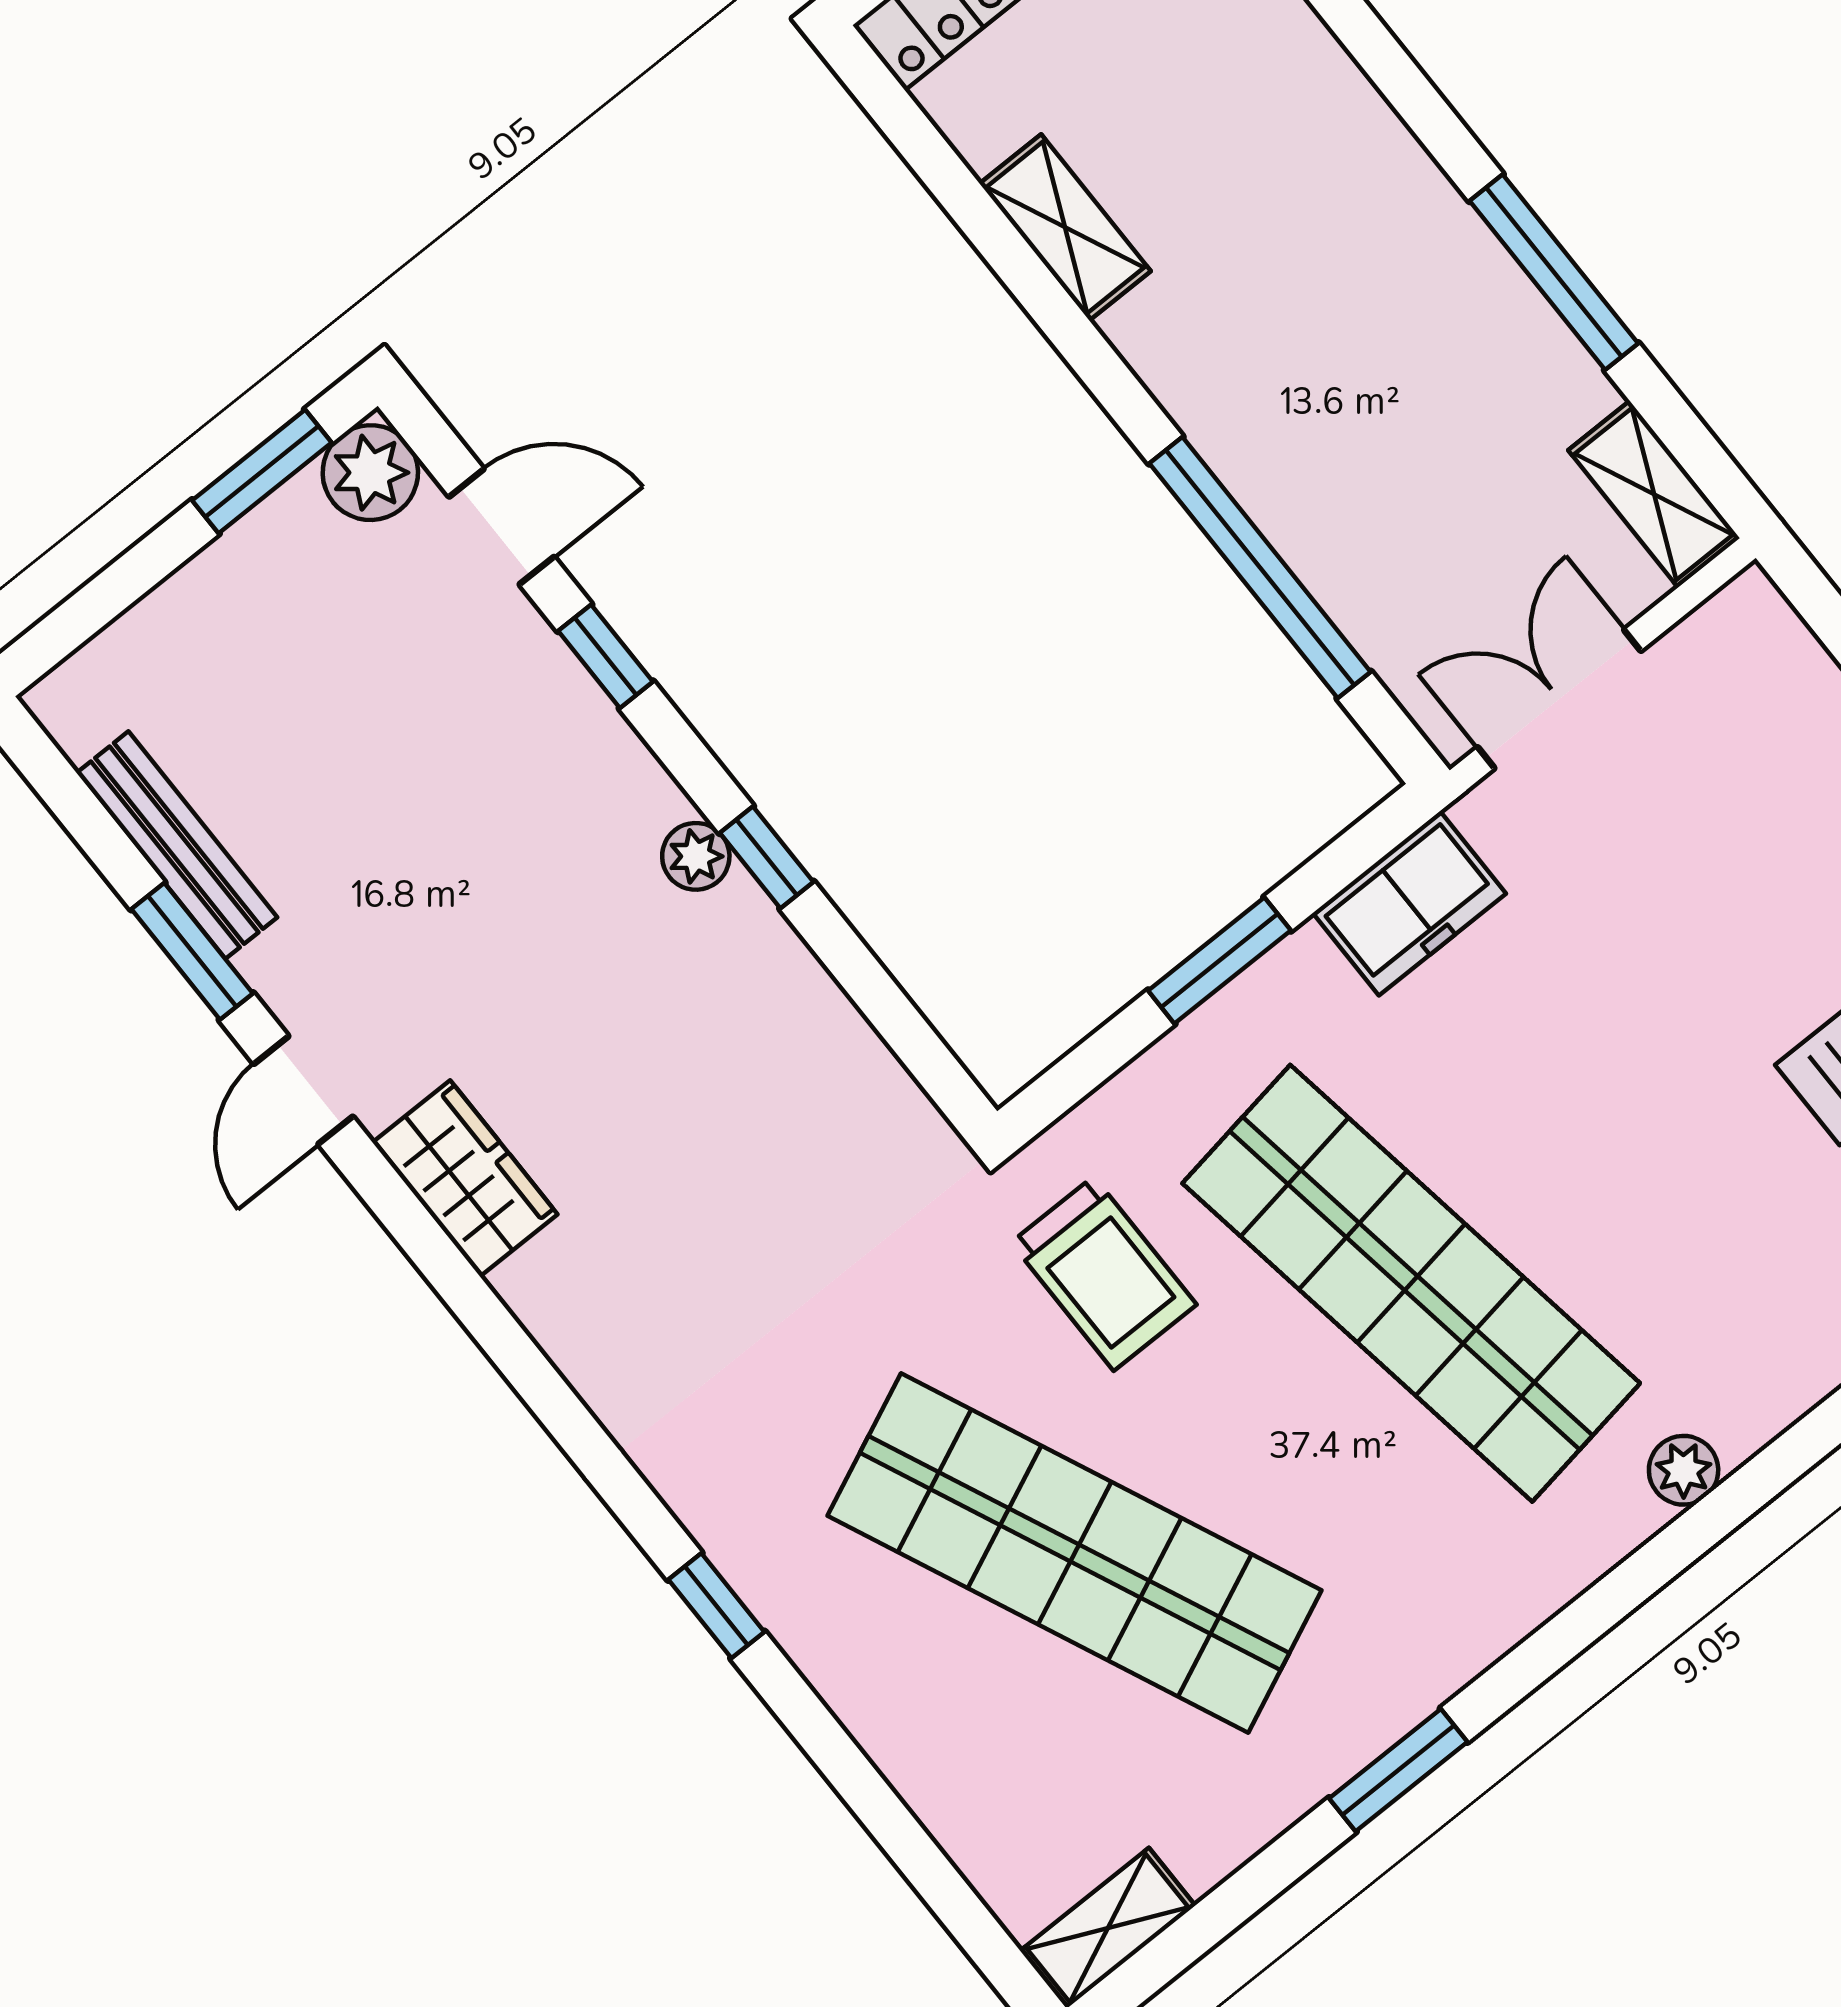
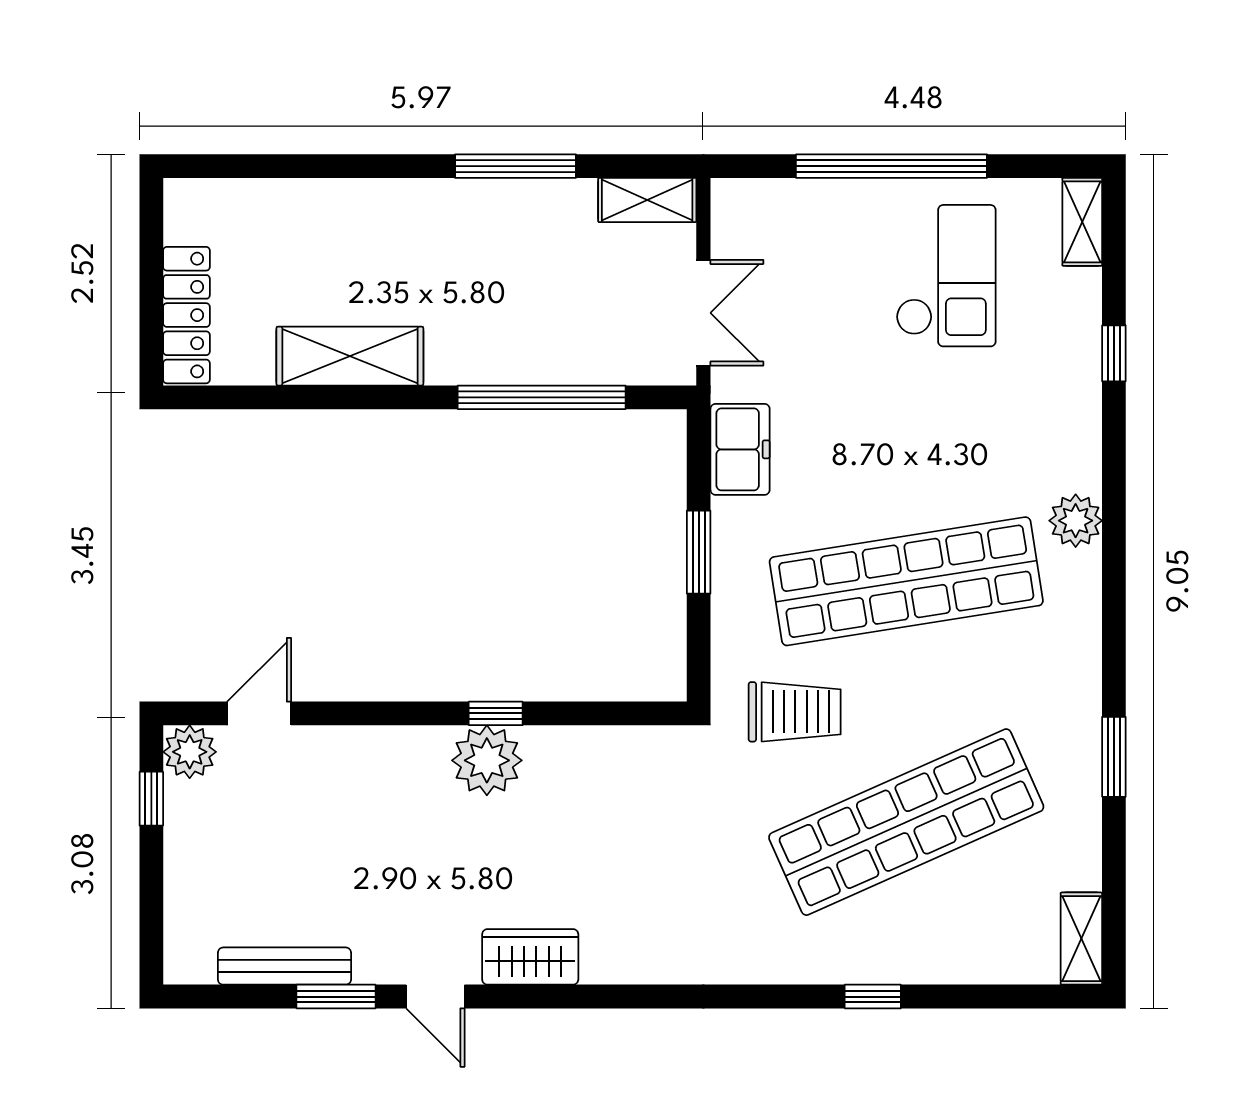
shelving: (1065, 227) -> (350, 356), width x1.50, depth x1.33
window: (262, 471) -> (151, 799), width x0.67
window: (606, 656) -> (352, 713), removed
double door: (1559, 699) -> (703, 313), swing flipped
plant: (696, 856) -> (487, 760), width x1.87, depth x1.87
plant: (1684, 1470) -> (1076, 521), width x1.38, depth x1.38
window: (716, 1606) -> (873, 997), moved

